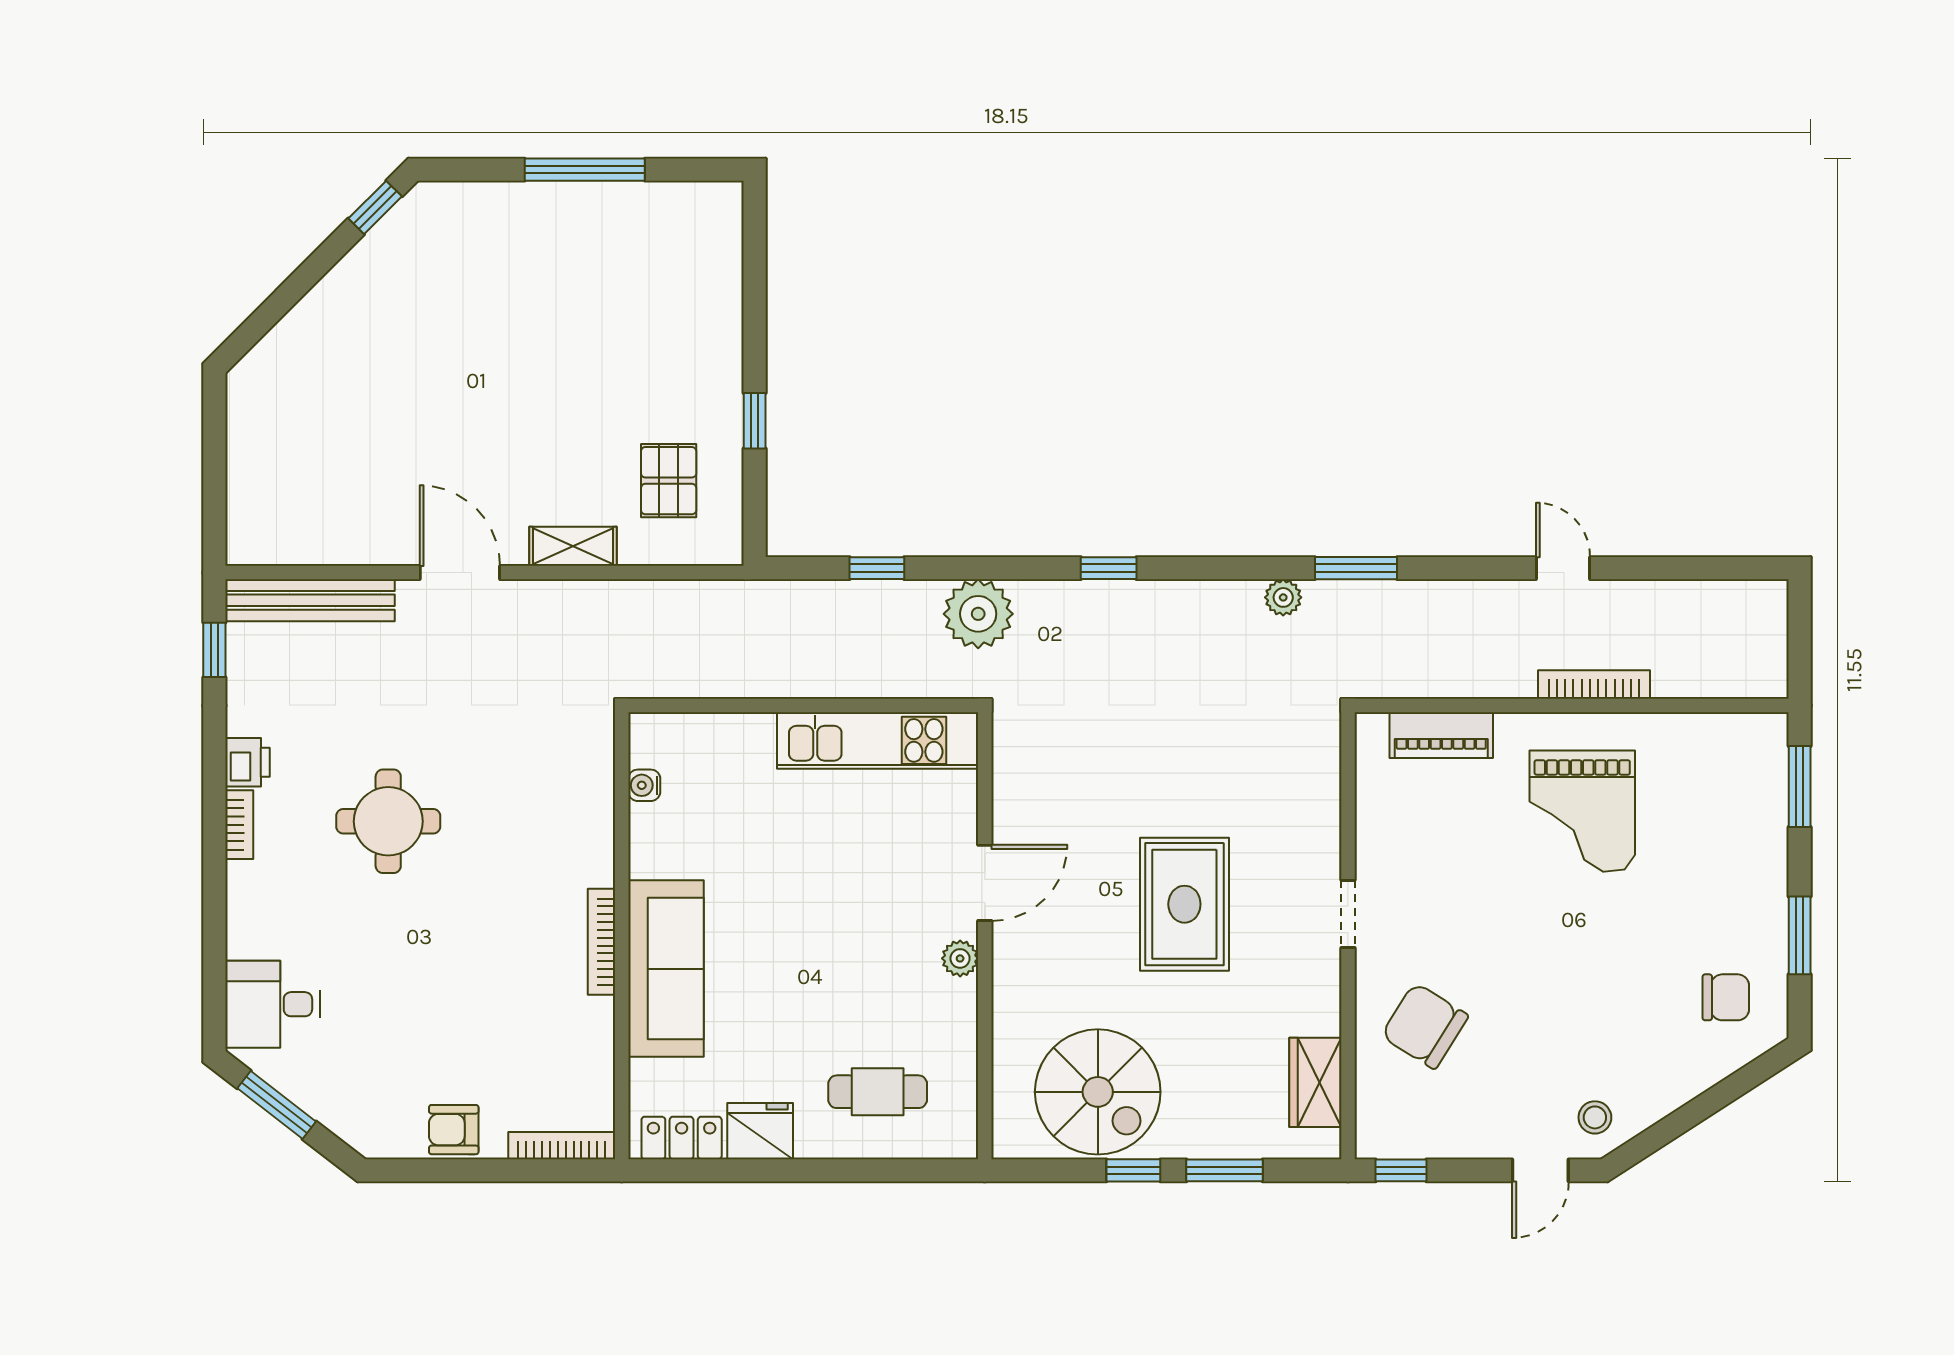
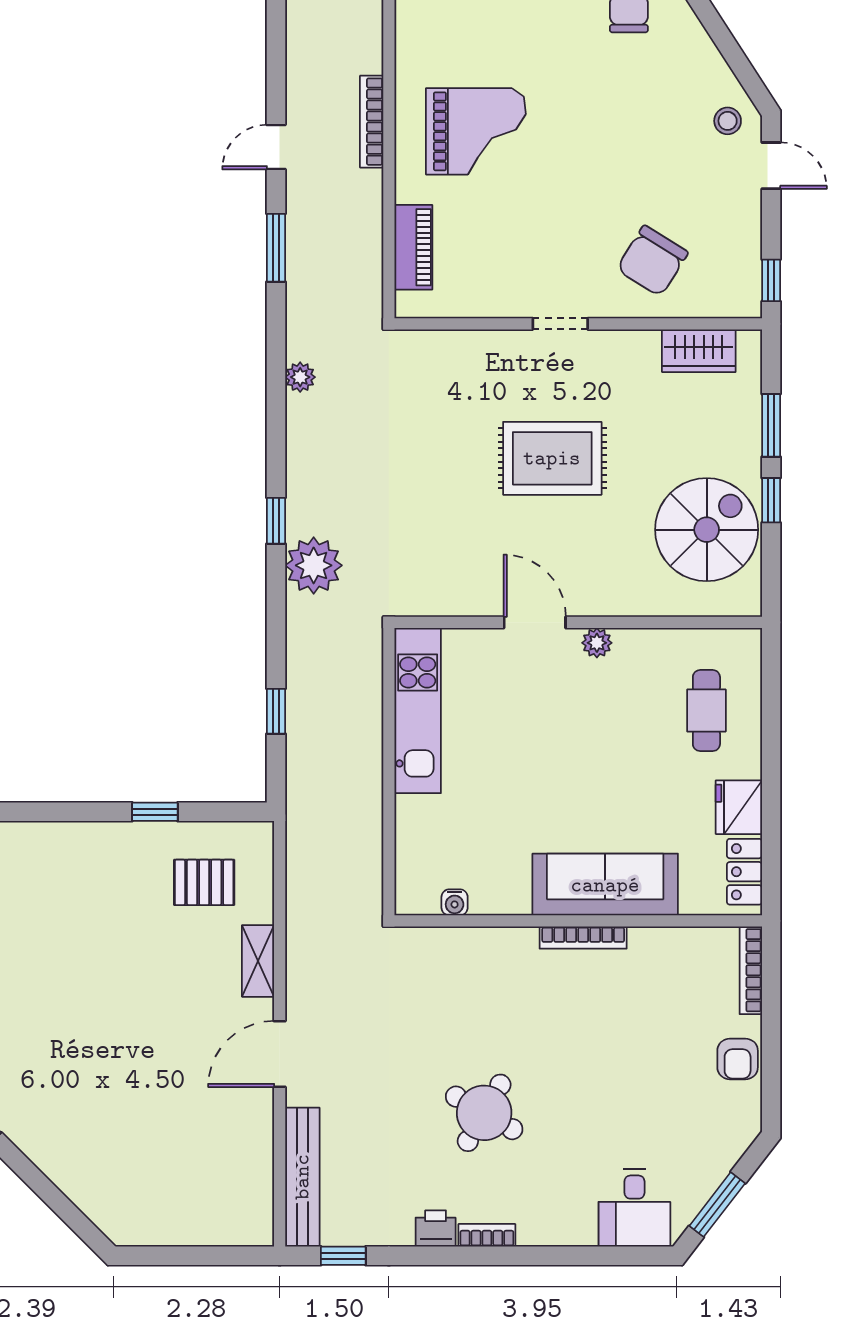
window: (1356, 568) -> (276, 248), moved
plant: (978, 614) -> (314, 565), moved
round table: (388, 821) -> (484, 1113), turned 30

